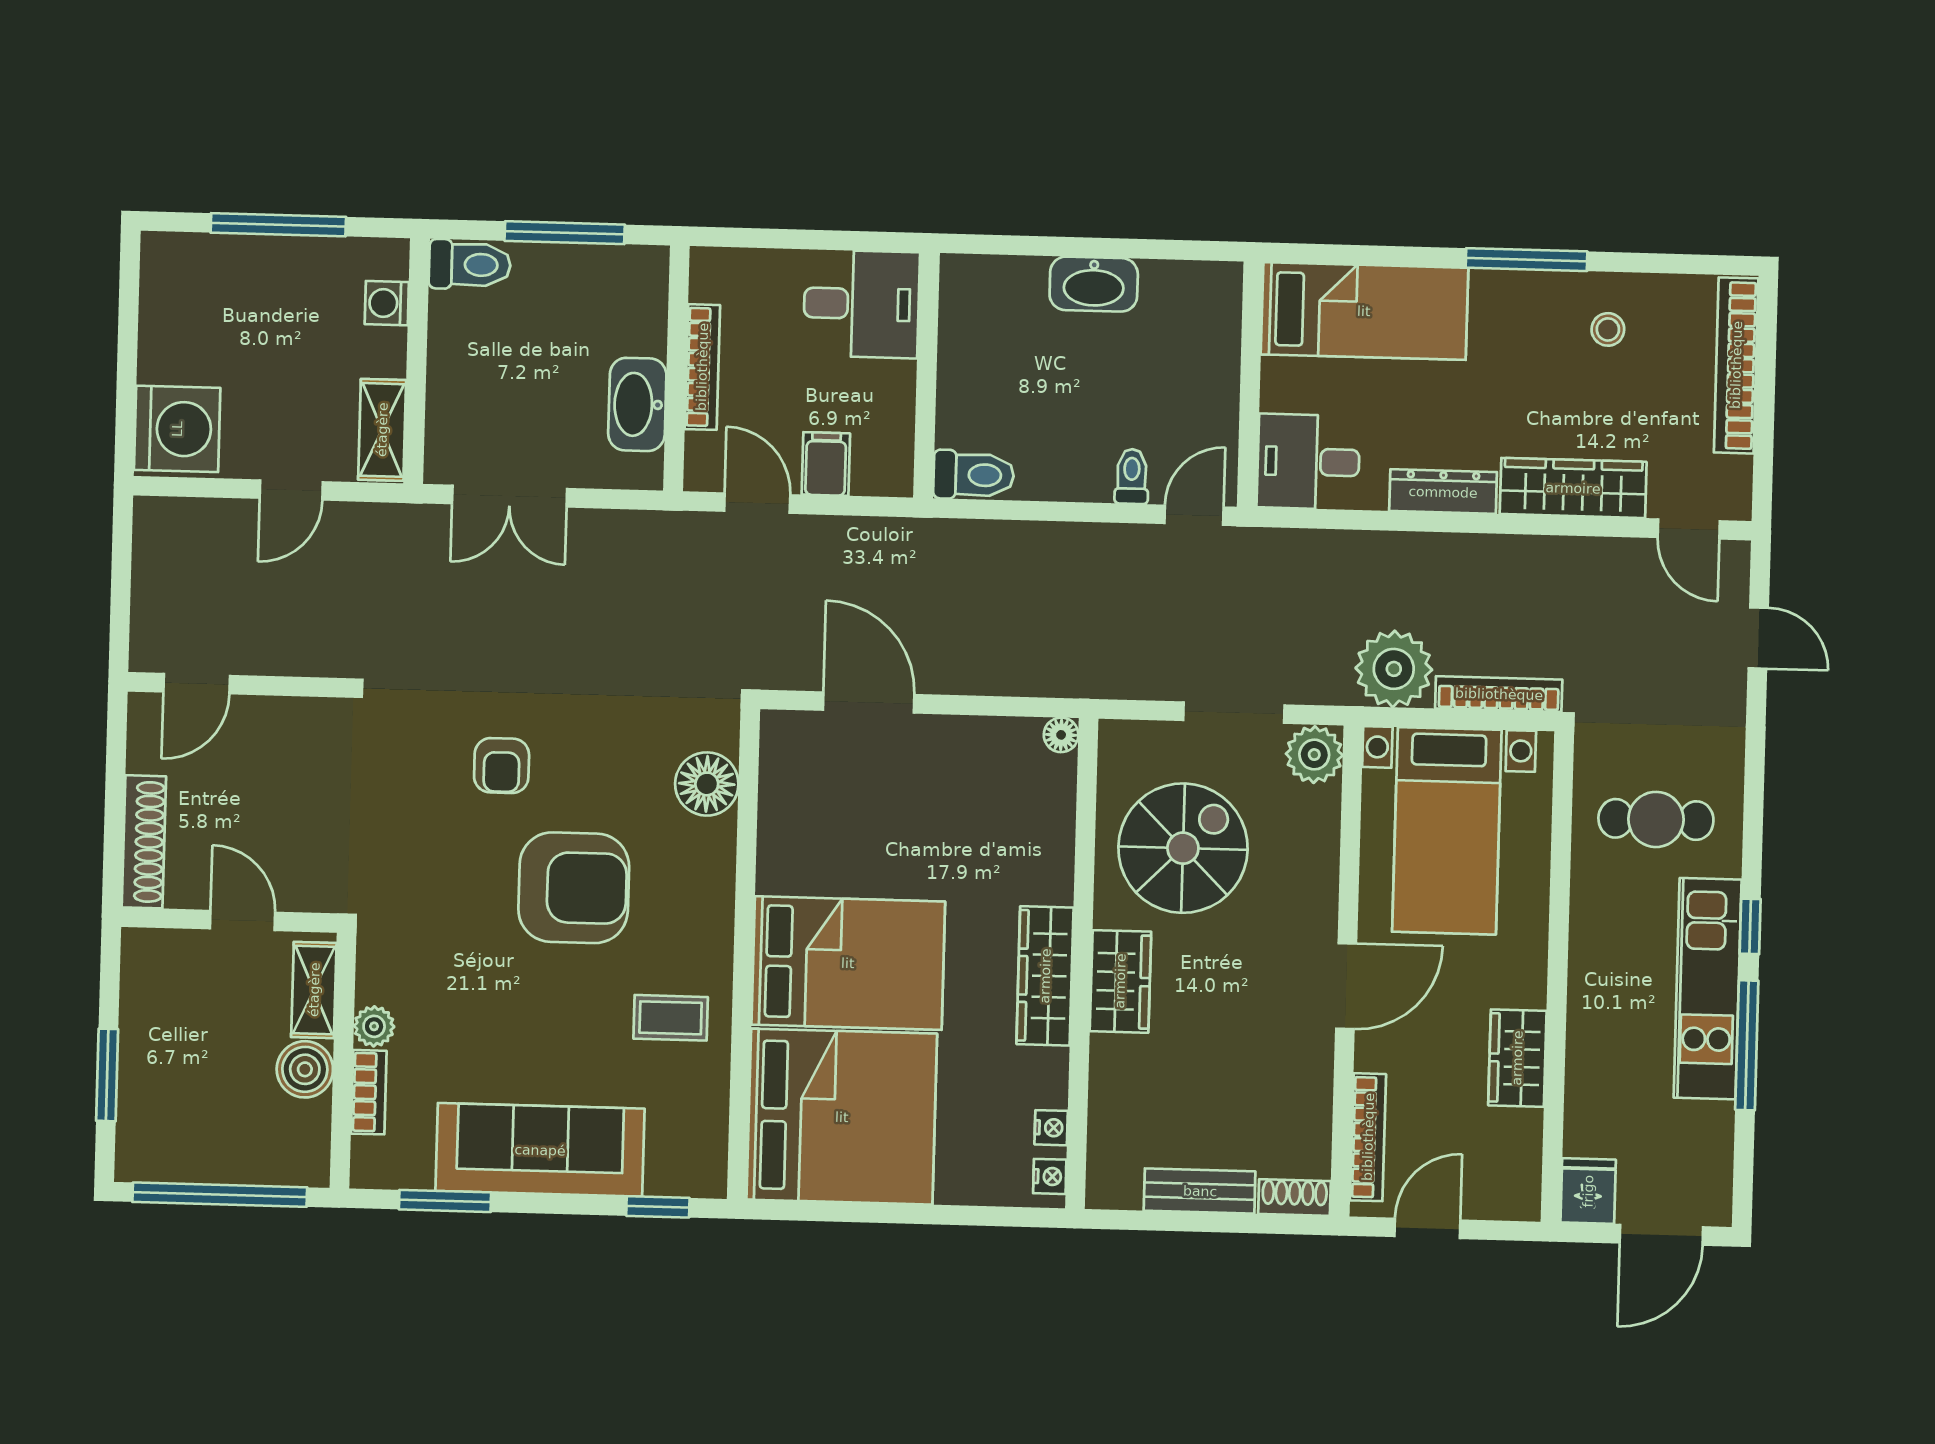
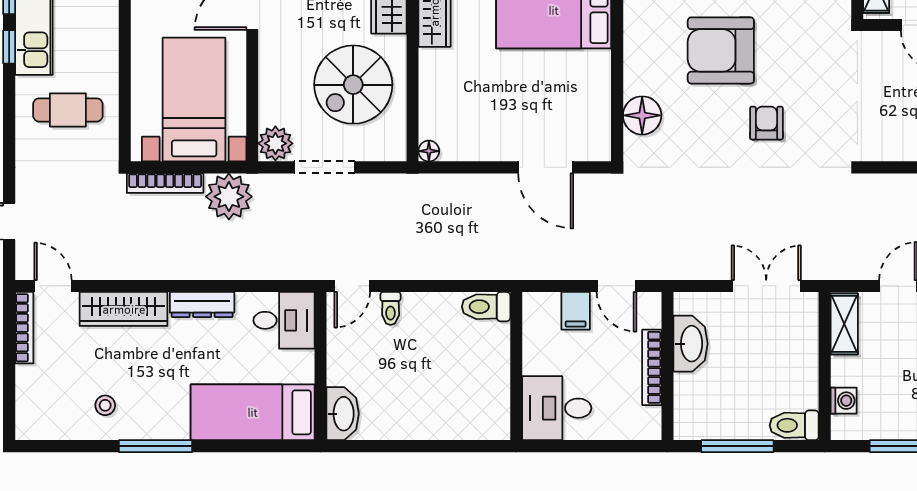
washbasin: (1094, 284) -> (343, 414), moved, turned 90
bookcase: (1736, 365) -> (24, 328), moved, width x0.68, depth x0.76

